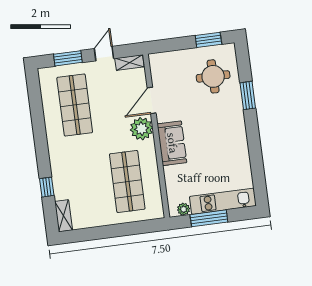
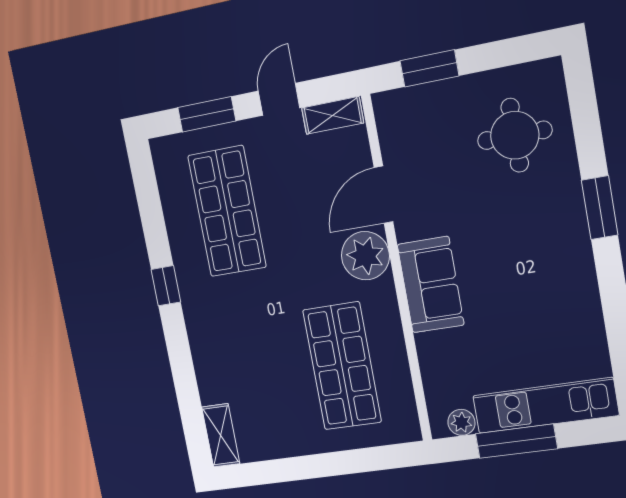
window: (208, 40) -> (429, 68), moved
window: (248, 95) -> (600, 208), moved
window: (47, 187) -> (166, 286), moved

